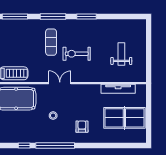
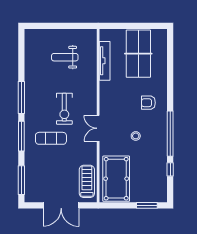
window: (87, 17) -> (21, 97), width x1.44

